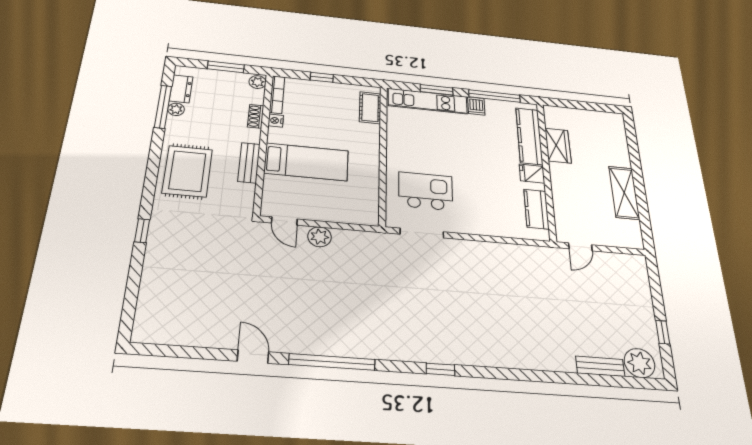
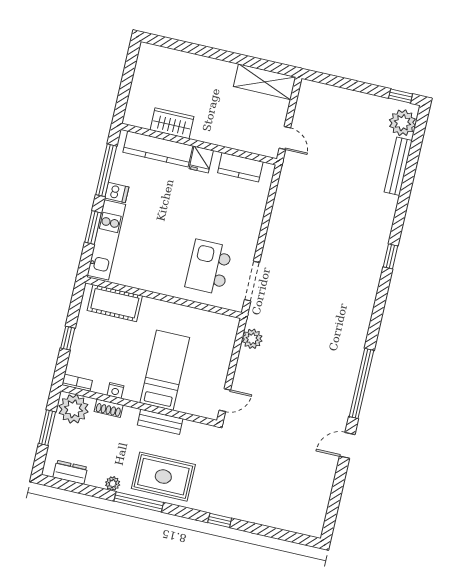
plant: (258, 82) -> (73, 409), width x1.87, depth x1.87
bookcase: (277, 95) -> (77, 383), width x0.64
window: (163, 107) -> (139, 502), moved
cot: (370, 108) -> (115, 303), width x1.37, depth x1.34
plant: (176, 109) -> (113, 484), moved
shelving: (624, 193) -> (265, 82), moved
plant: (320, 237) -> (252, 339), moved
window: (663, 332) -> (401, 96), moved
bench: (600, 366) -> (398, 166), width x1.36
window: (440, 369) -> (391, 256), moved

